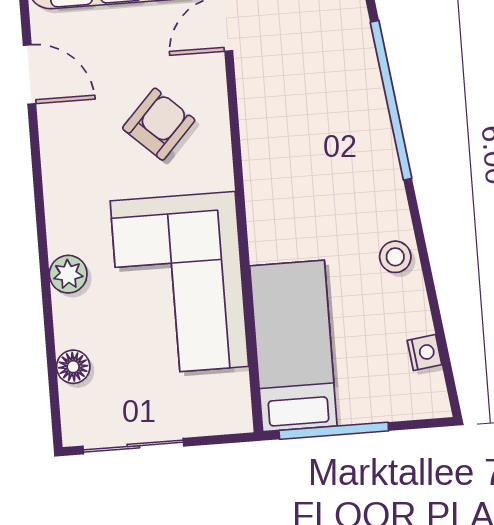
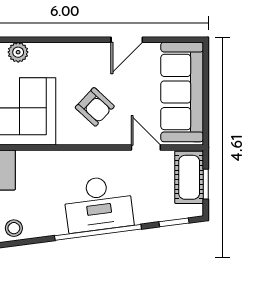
desk: (338, 104) -> (98, 204), added

